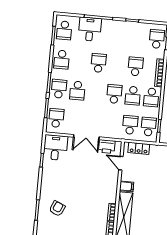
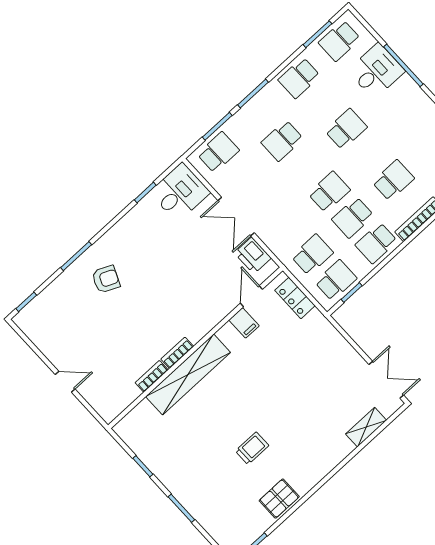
school desk: (59, 89) -> (259, 115), removed
filing cabinet: (127, 186) -> (244, 323), moved

